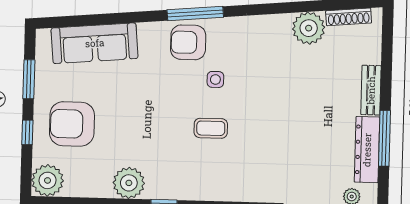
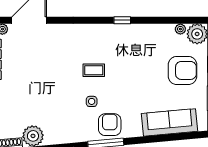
armchair: (188, 42) -> (110, 125), turned -90
plant: (129, 183) -> (180, 29), moved, width x0.53, depth x0.53

